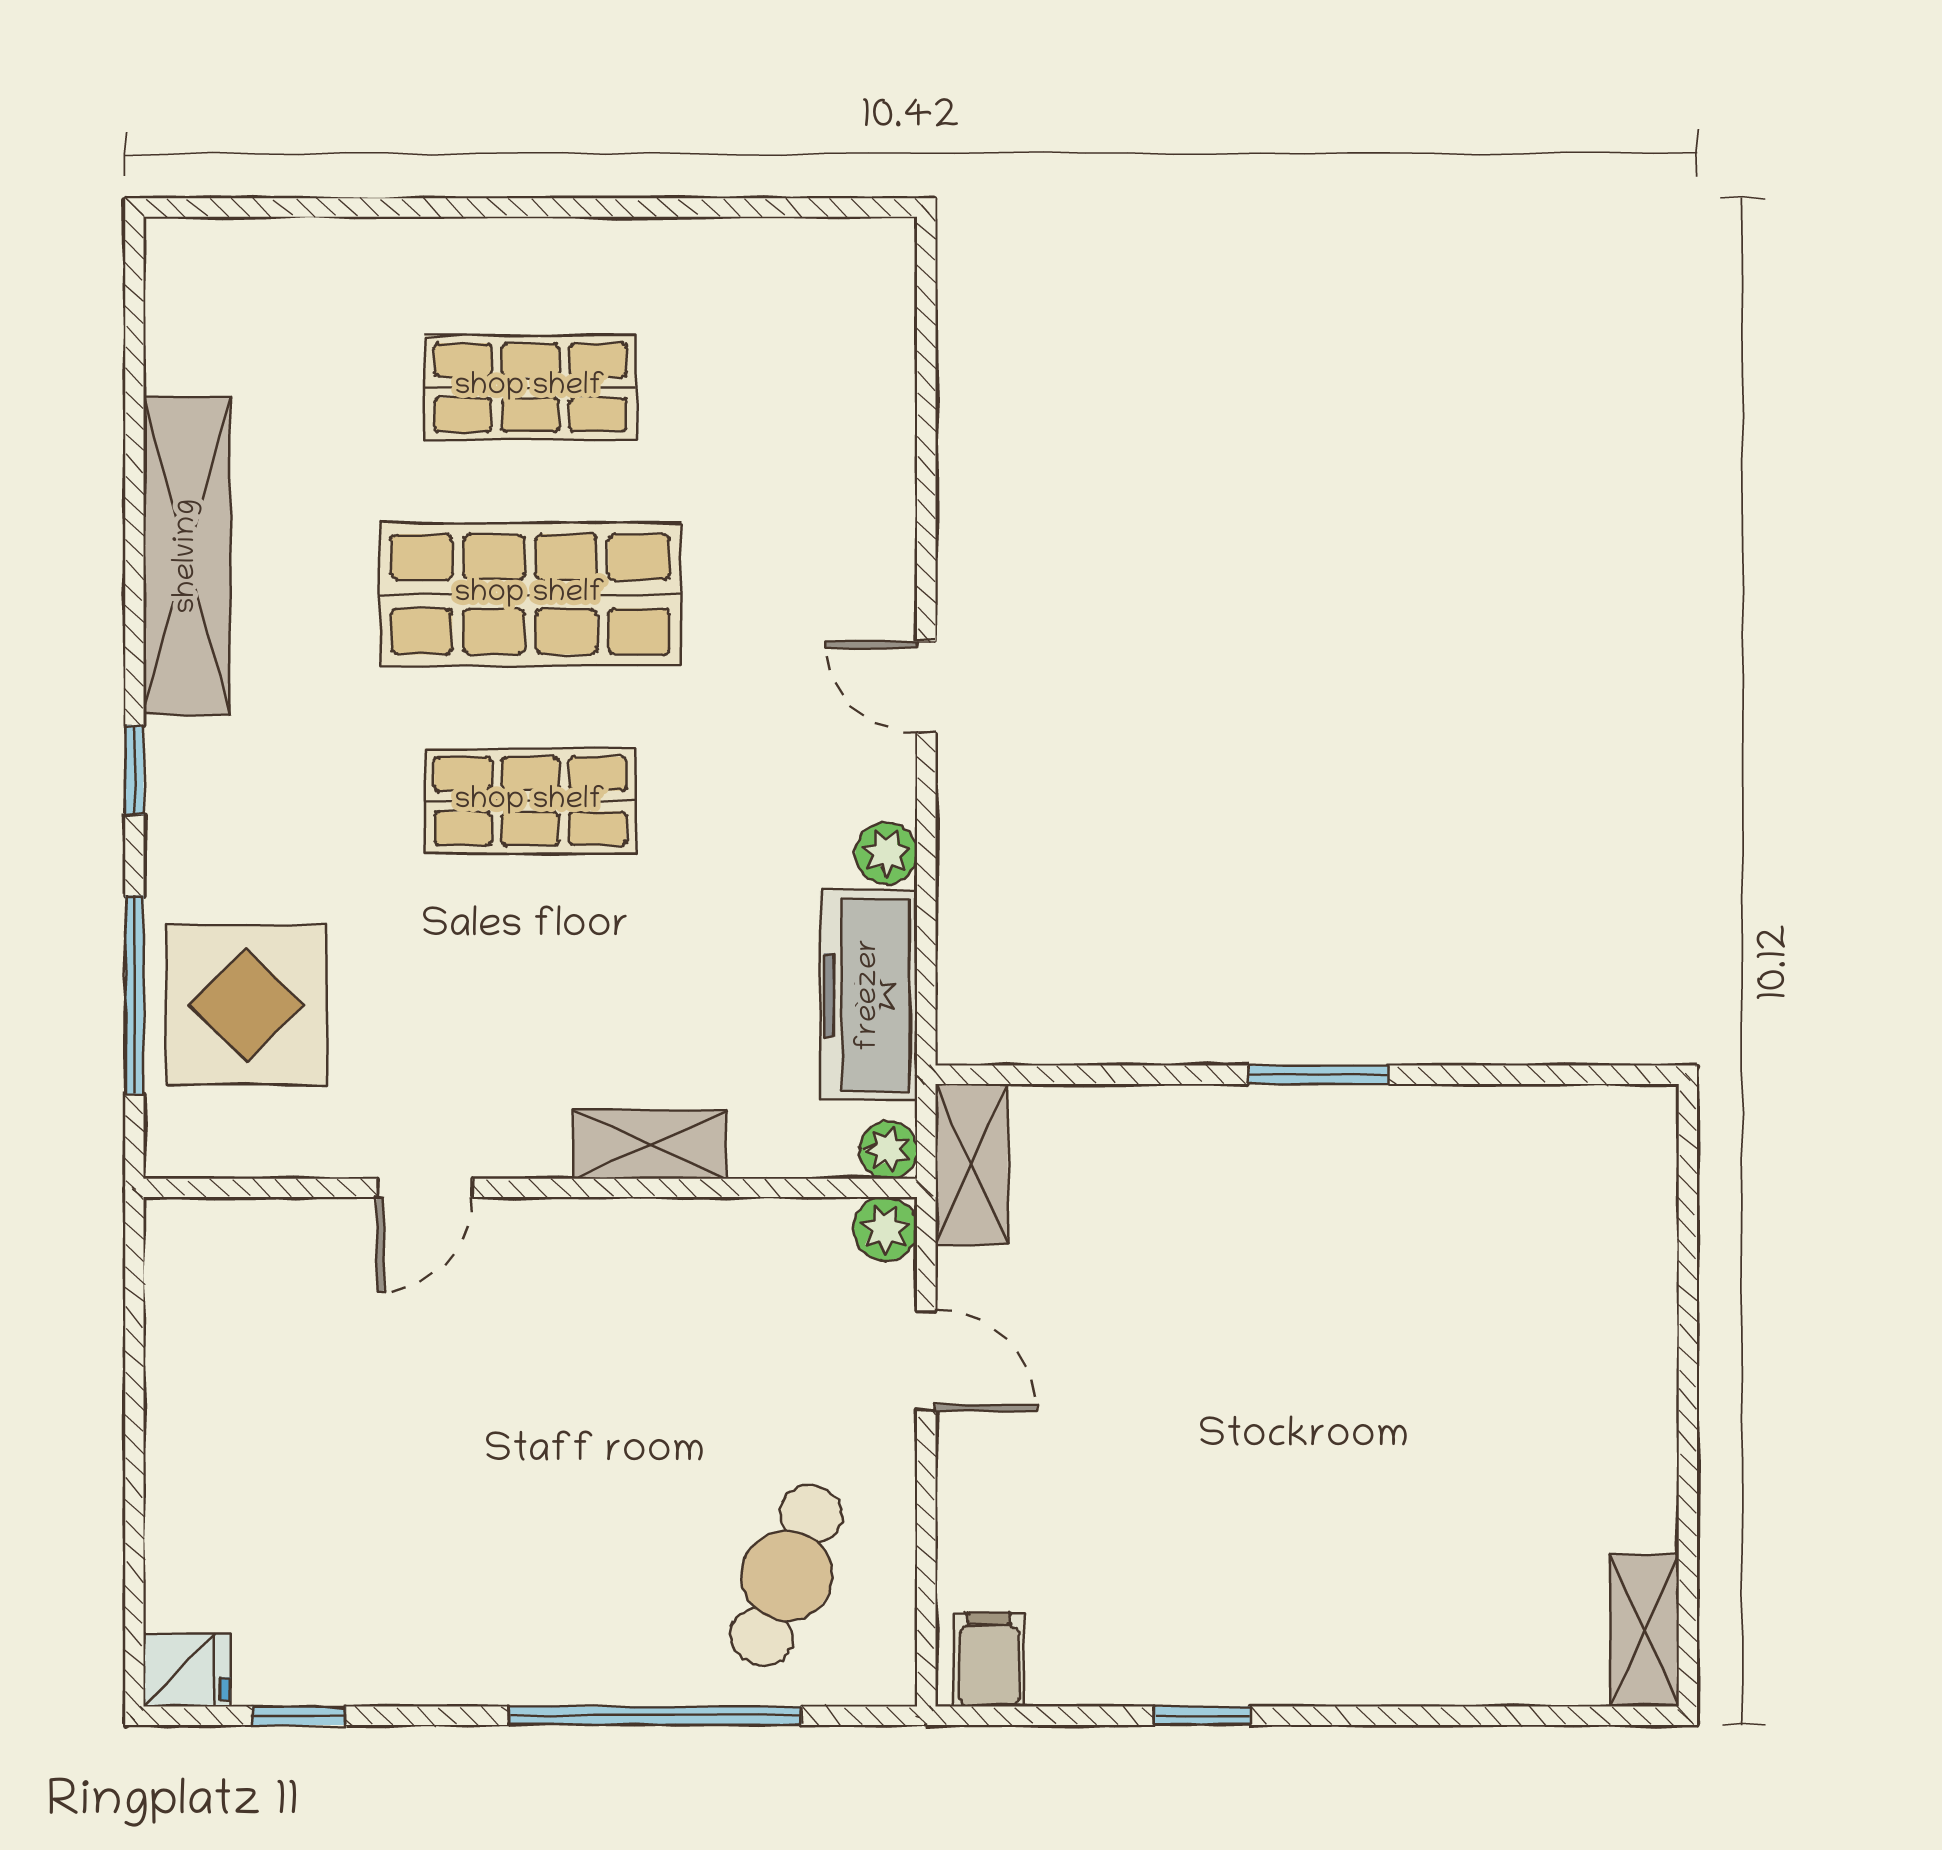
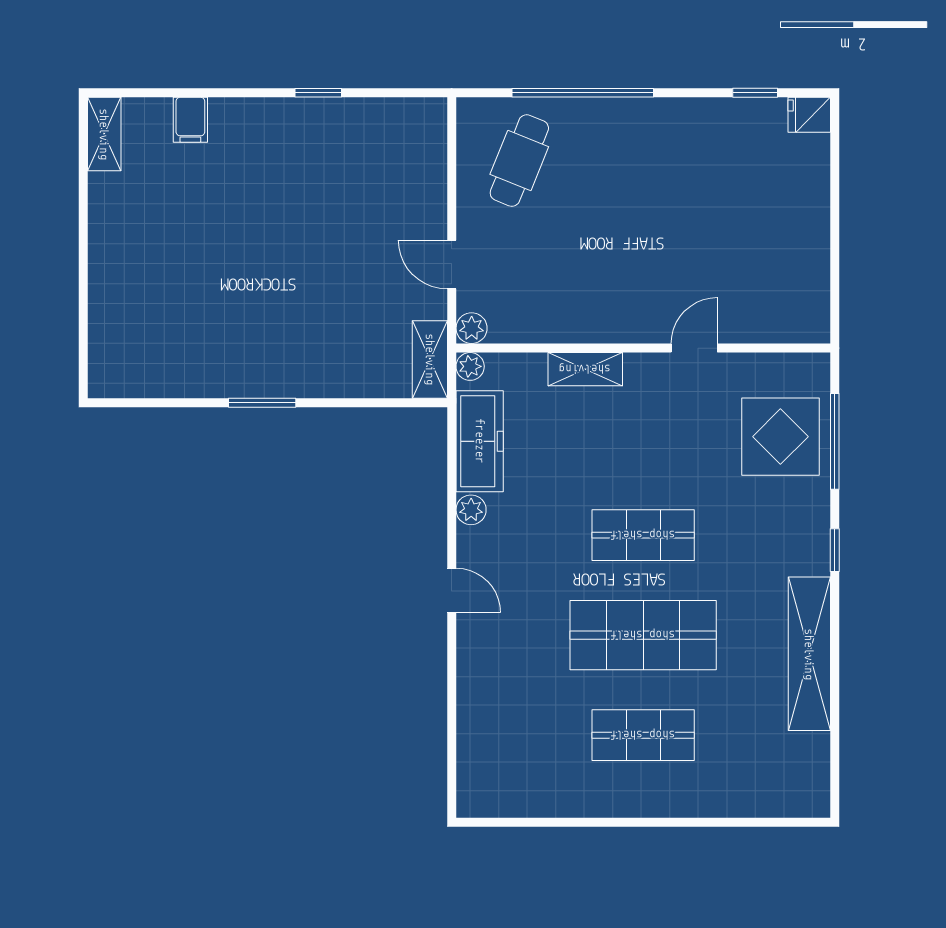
filing cabinet: (989, 1660) -> (190, 120), moved

